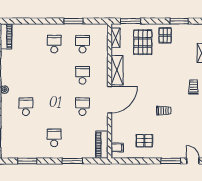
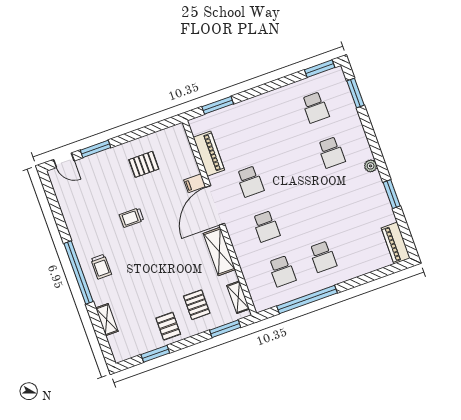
window: (73, 21) -> (307, 300), width x2.11
pallet: (143, 42) -> (197, 305), width x0.67, depth x0.71
school desk: (54, 138) -> (315, 108), moved
piano: (102, 145) -> (209, 154), moved
filing cabinet: (117, 148) -> (195, 183), moved
window: (27, 161) -> (320, 69), moved
window: (72, 161) -> (218, 105), moved

